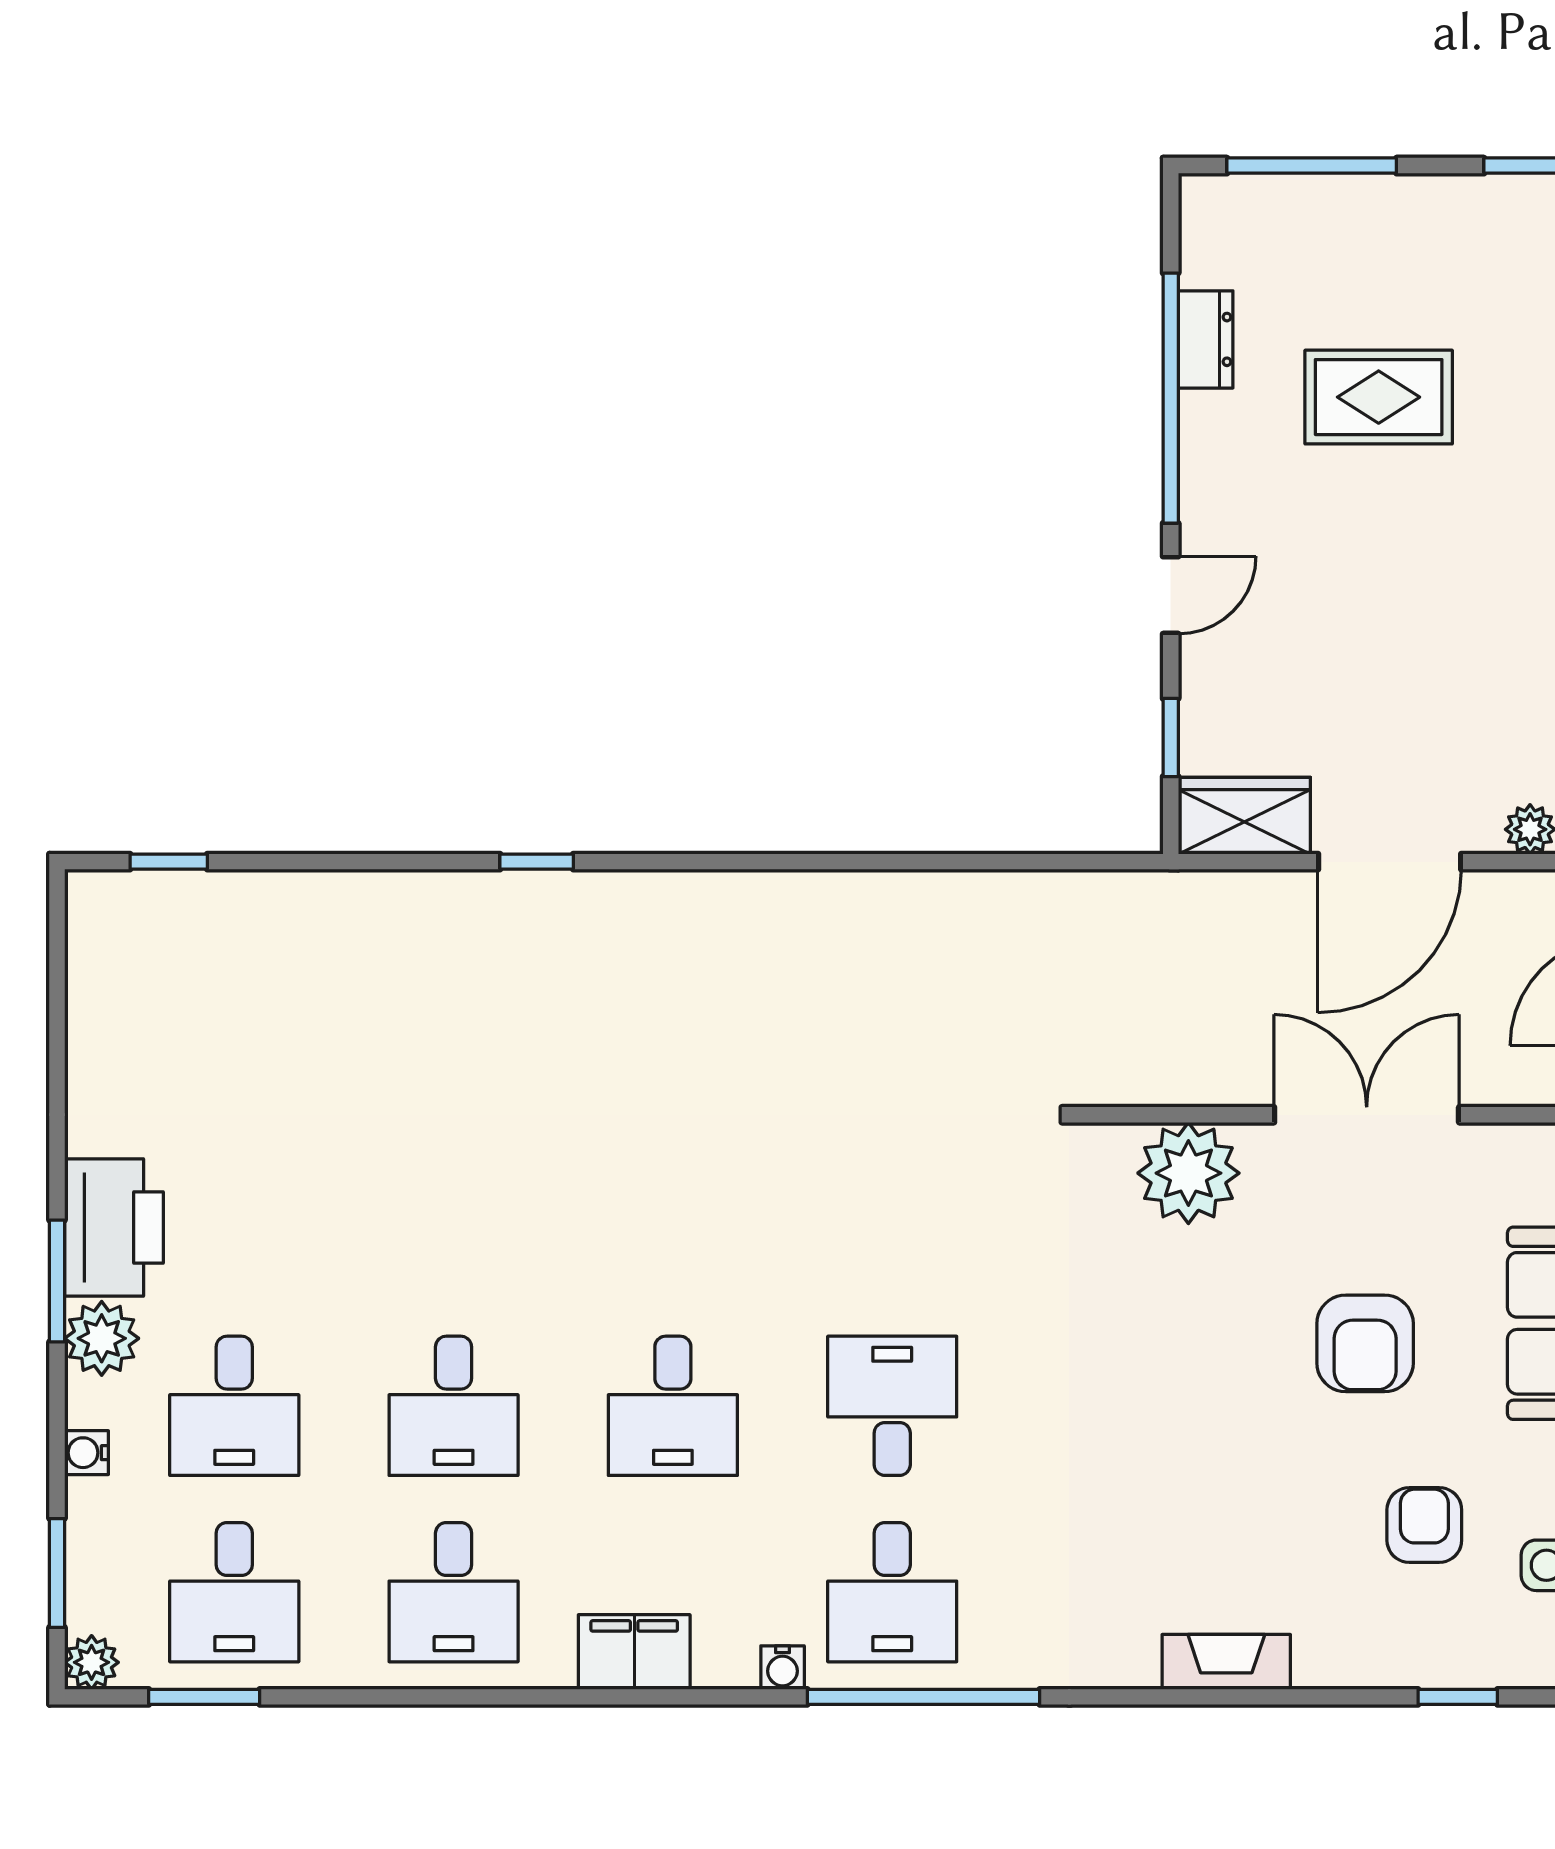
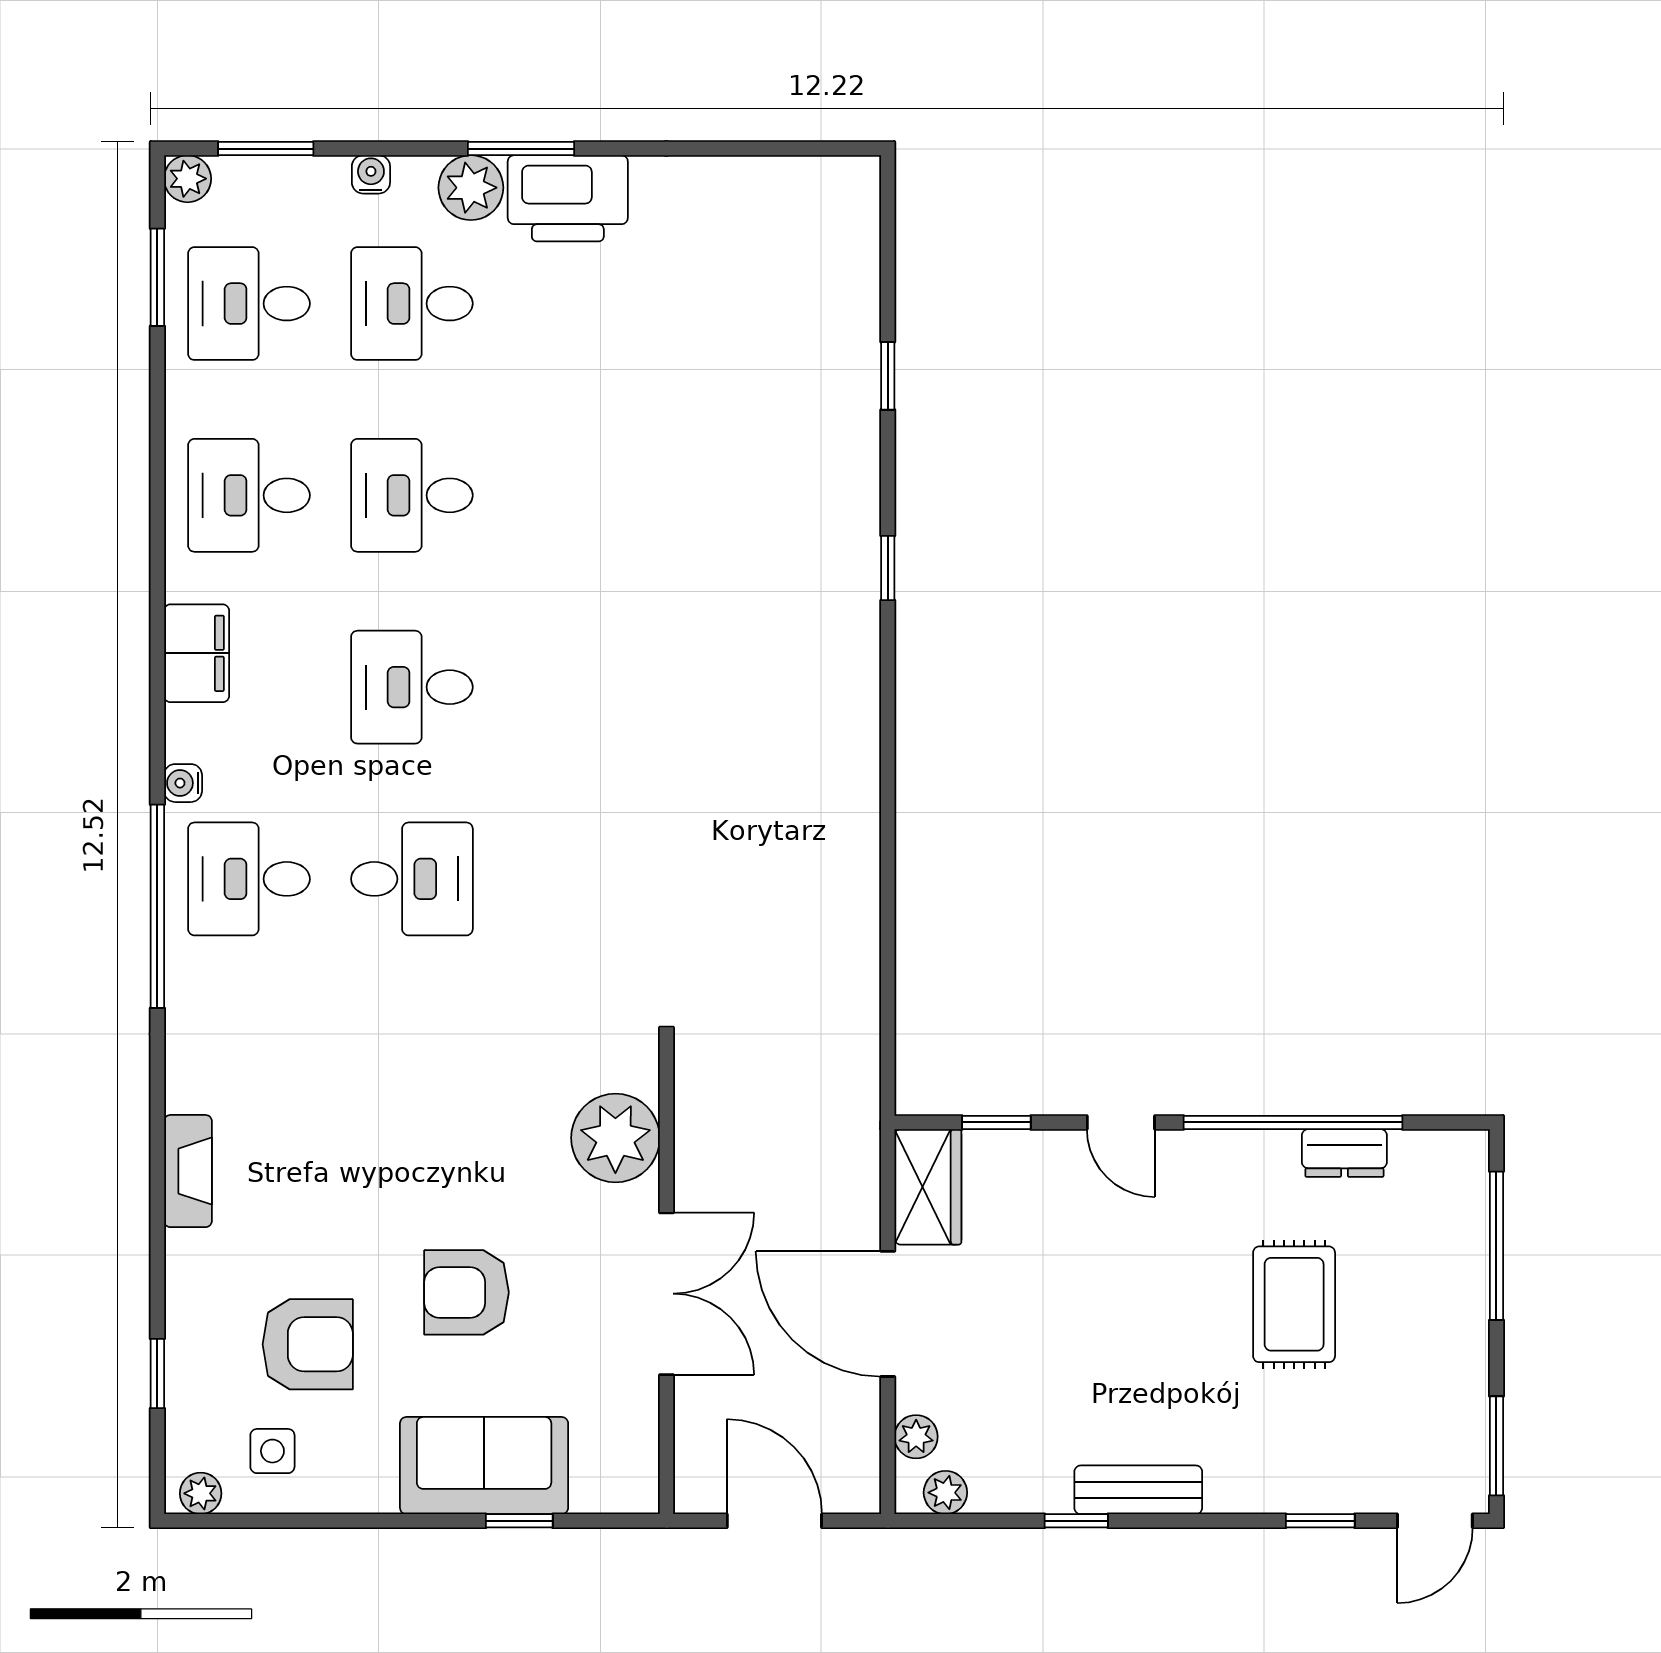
window: (169, 862) -> (888, 376), moved
armchair: (1424, 1525) -> (308, 1344), width x1.38, depth x1.38

